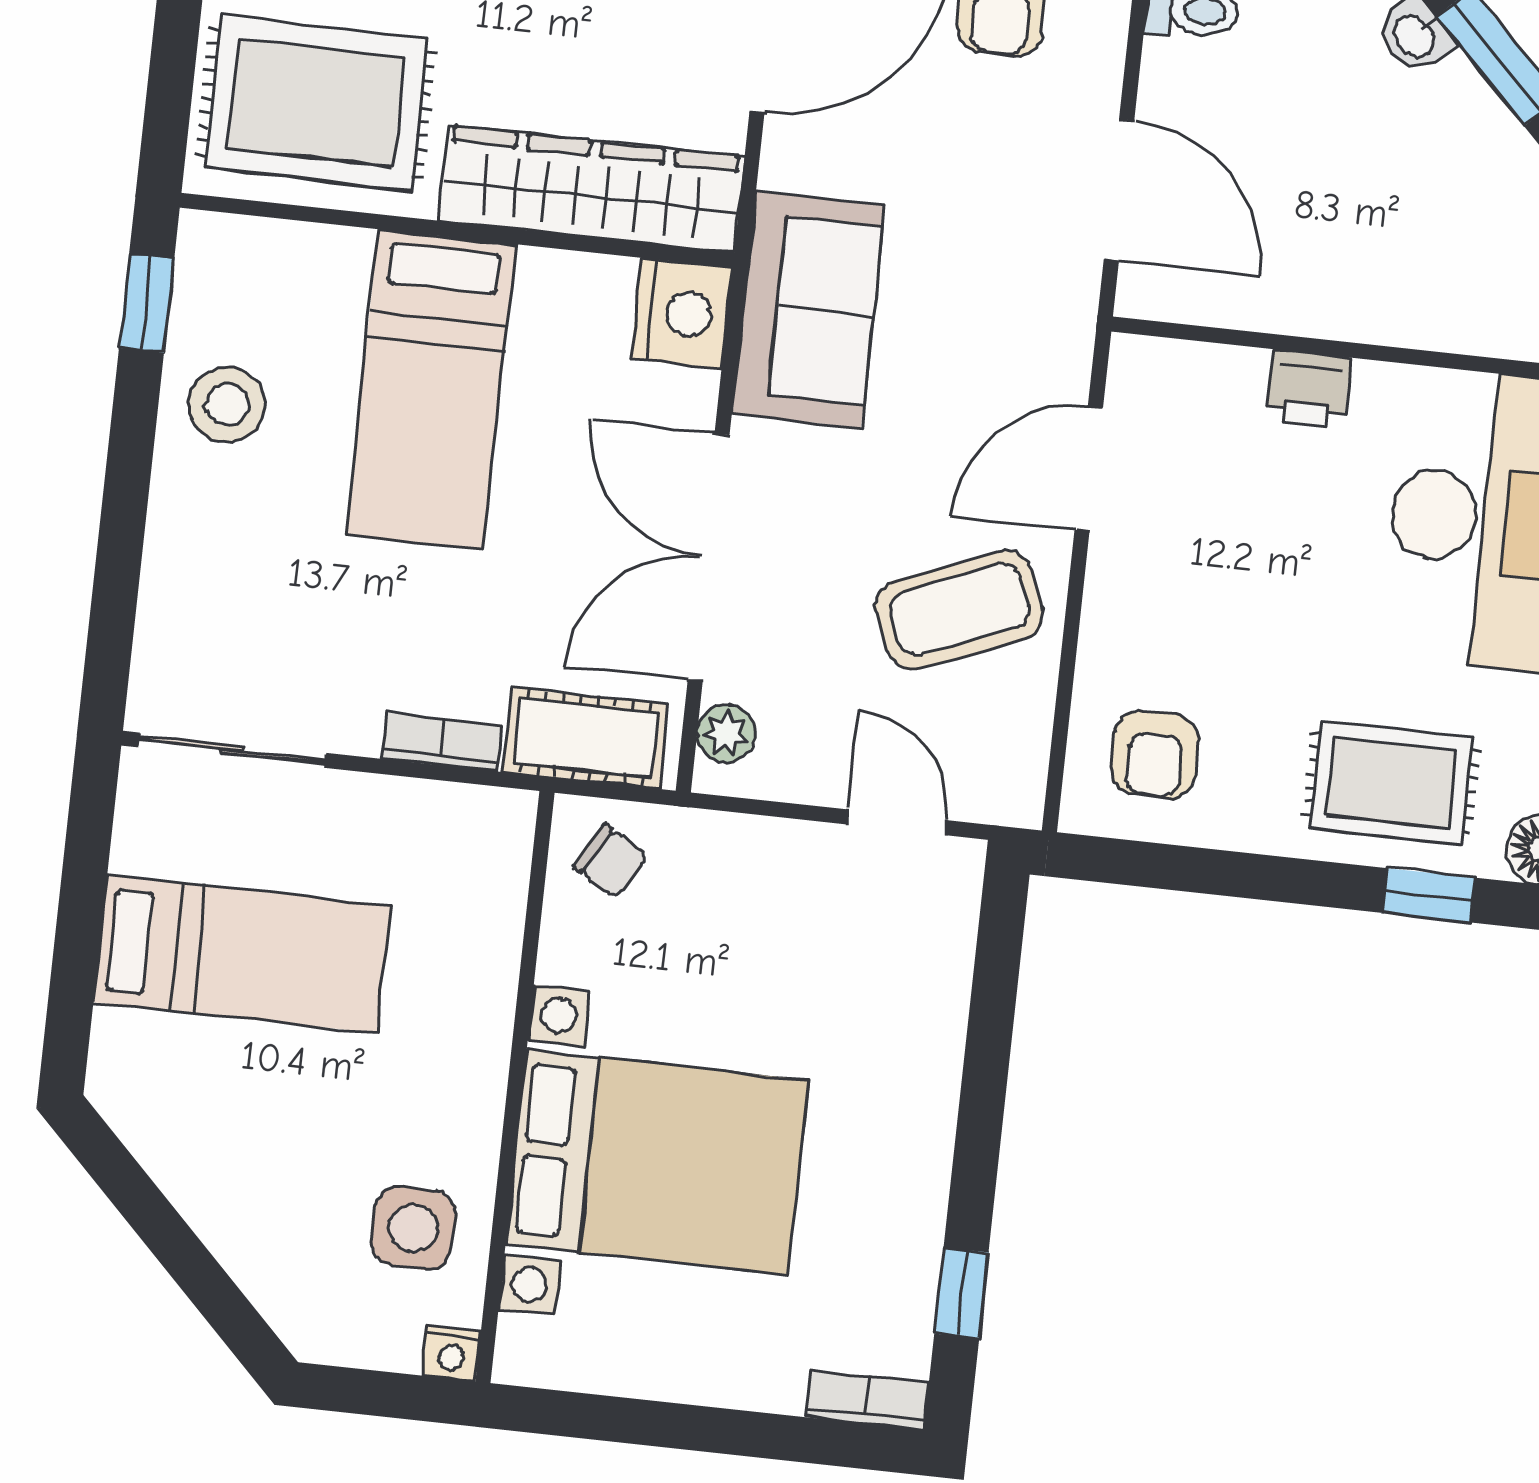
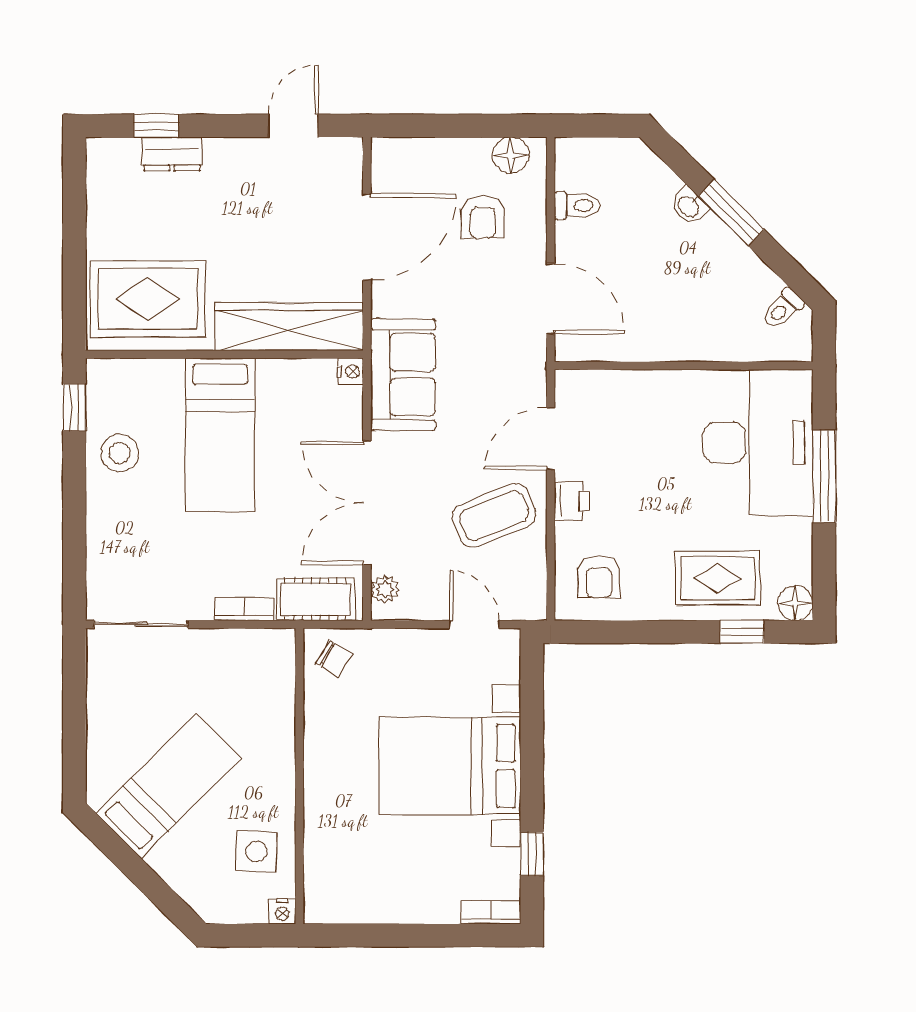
nightstand: (682, 313) -> (350, 372), width x0.53, depth x0.56
printer: (1308, 389) -> (572, 501), moved, turned -90
bed: (242, 954) -> (169, 786), moved, turned -45
bed with nightstands: (657, 1162) -> (450, 766), moved, turned 180

